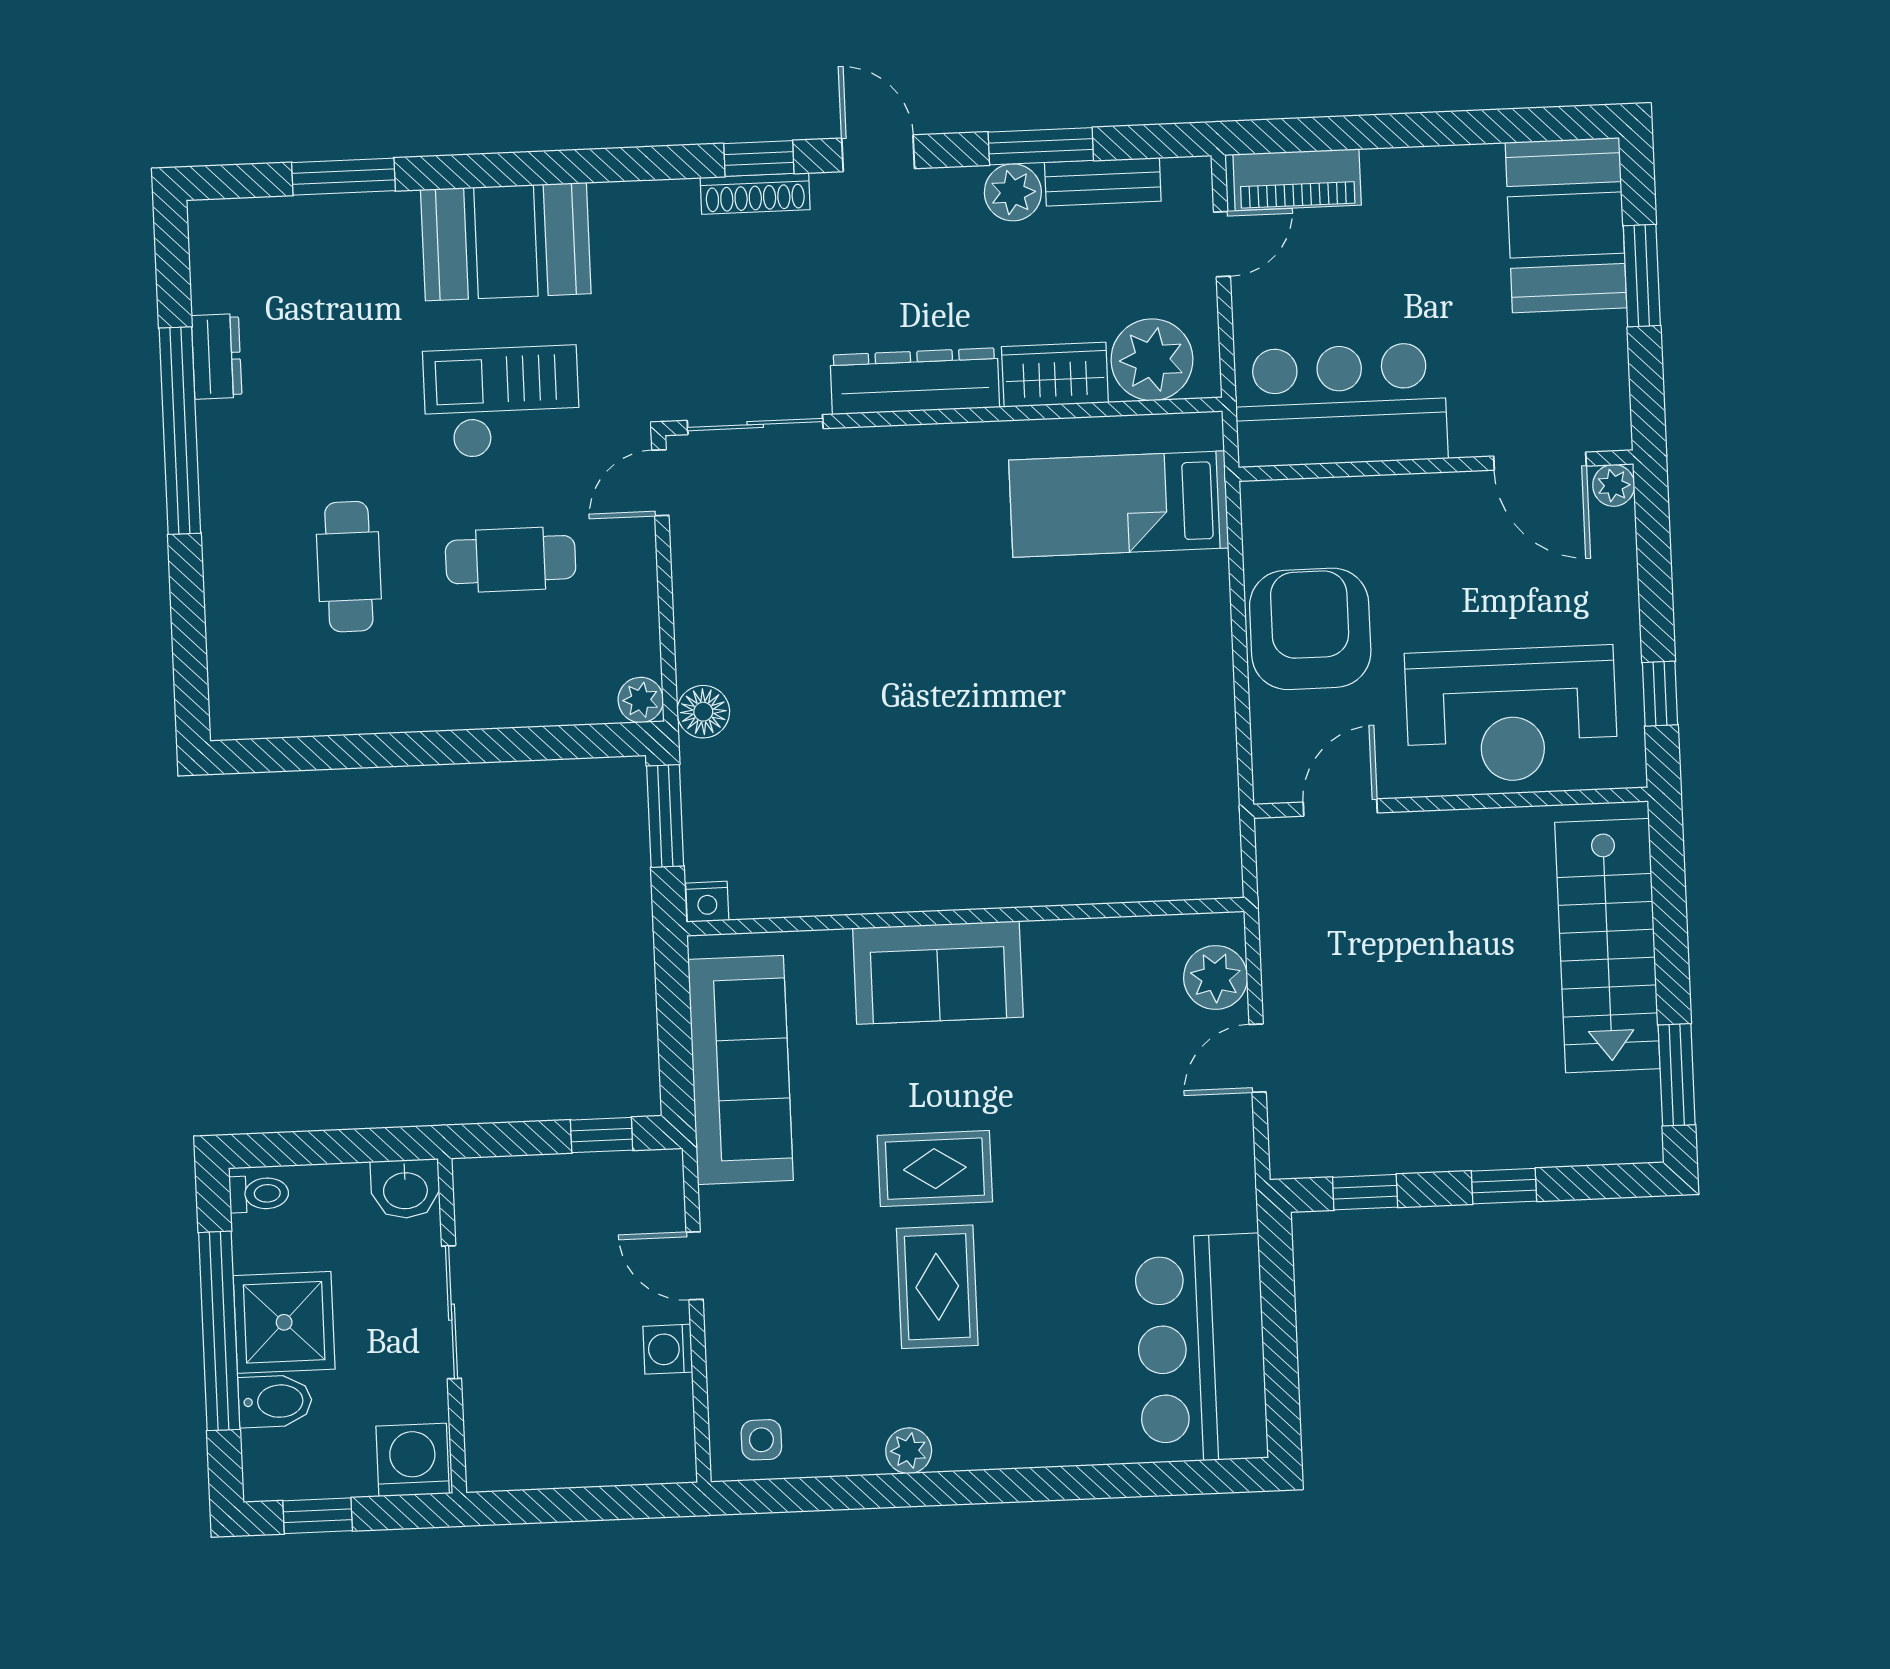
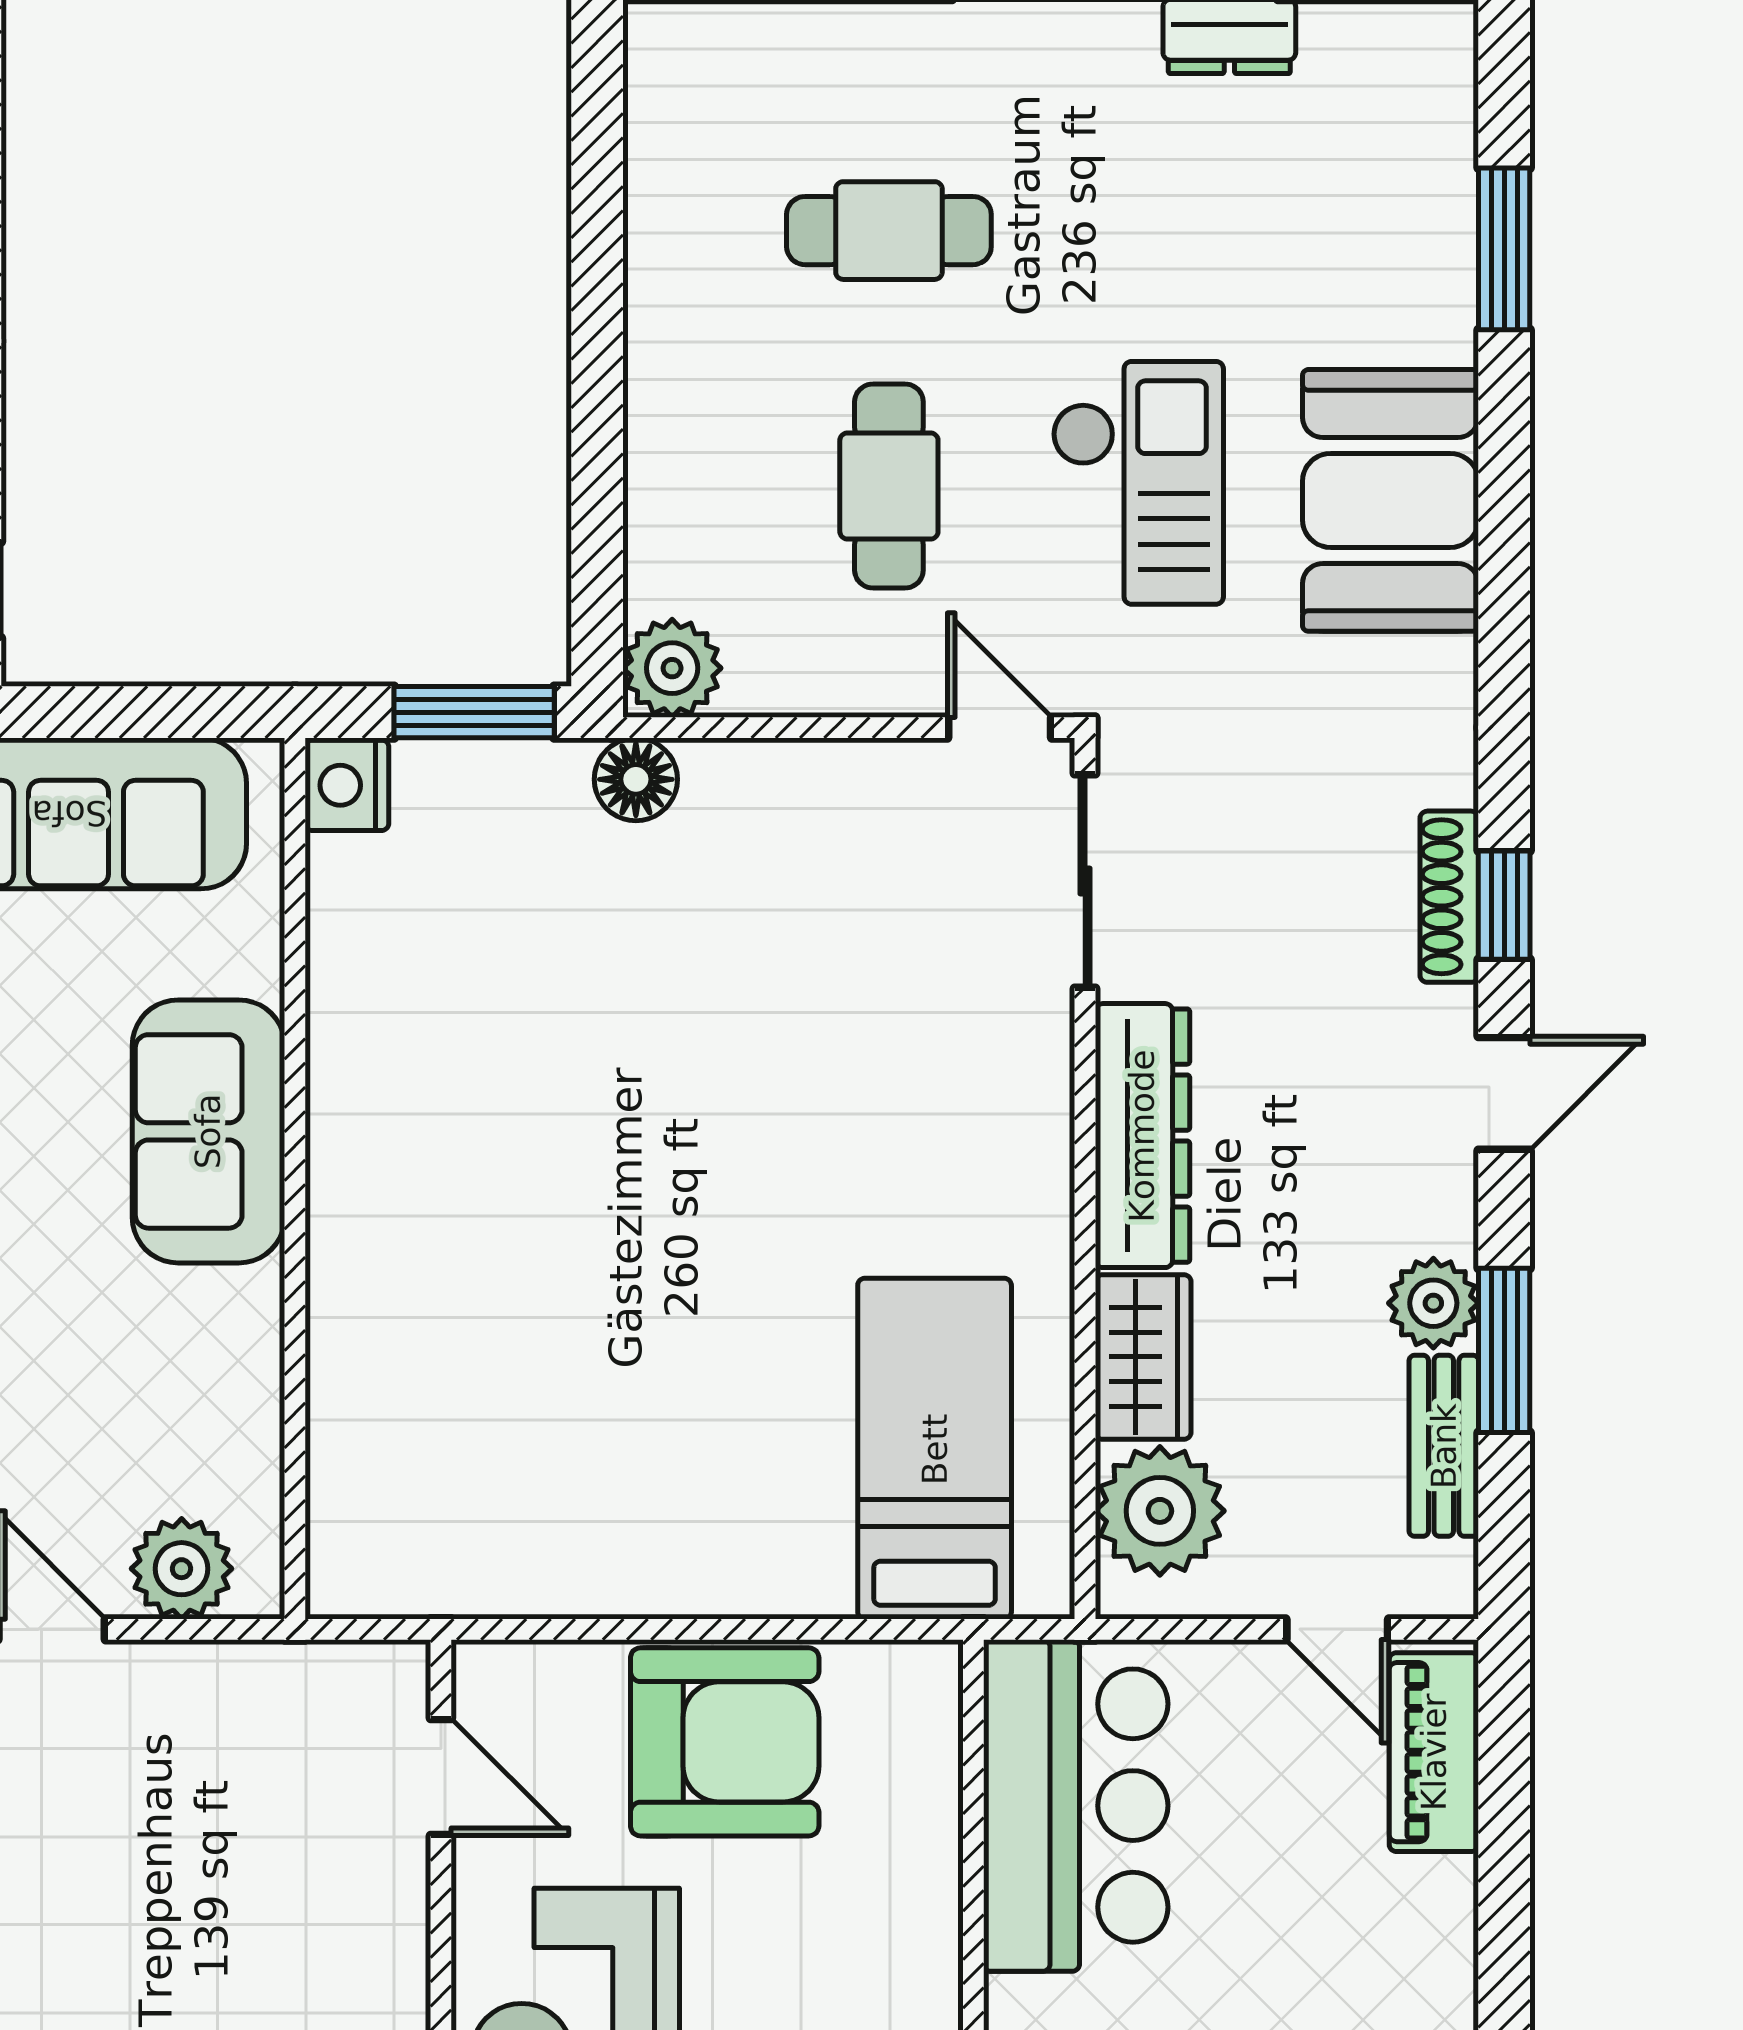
plant: (641, 700) -> (672, 668), width x1.38, depth x1.38
nightstand: (707, 902) -> (347, 785), width x1.39, depth x1.35

